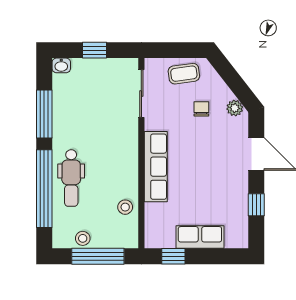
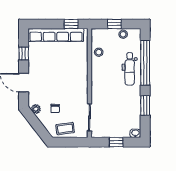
window: (44, 114) -> (145, 106), width x0.69
row of seats: (156, 167) -> (81, 75), removed
dental chair: (71, 178) -> (130, 69), turned 180
row of seats: (200, 237) -> (56, 35), width x2.02
window: (98, 256) -> (114, 24), width x0.46

